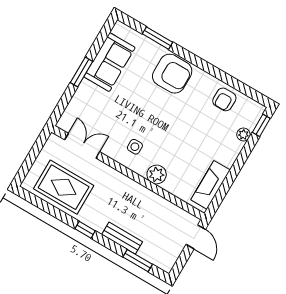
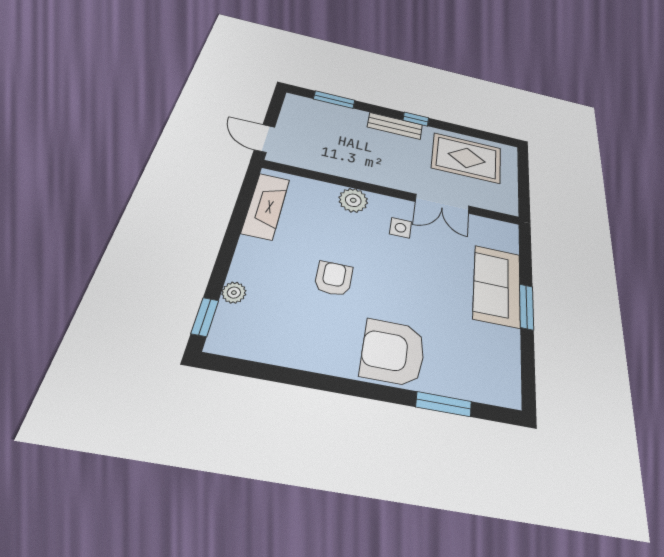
sofa: (109, 62) -> (497, 286), moved
armchair: (224, 99) -> (334, 279), moved
double door: (82, 146) -> (442, 204), moved
bench: (122, 238) -> (395, 126), moved

